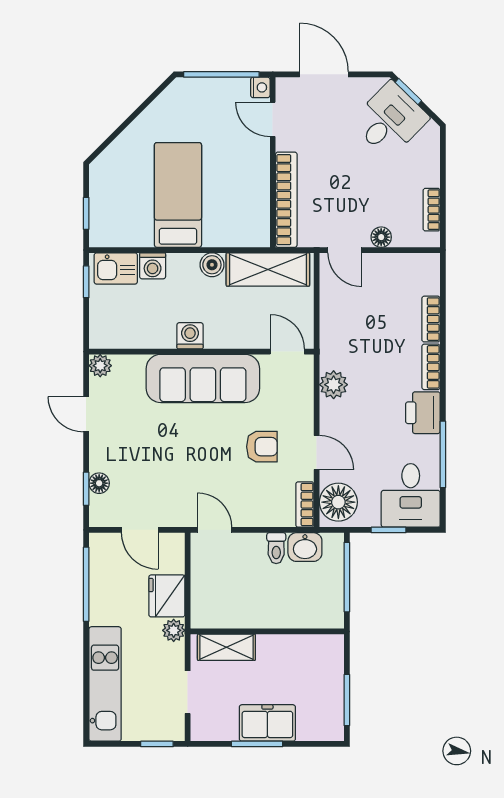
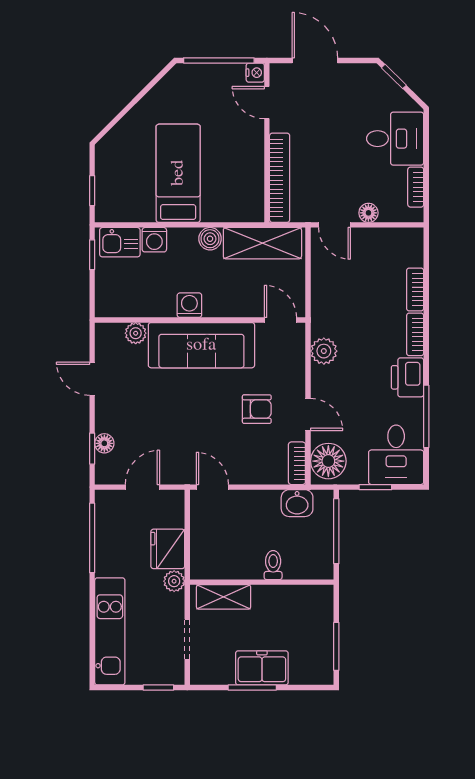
desk: (390, 120) -> (395, 139), moved, turned 45
plant: (100, 366) -> (136, 333), moved
door: (140, 530) -> (142, 487), swing flipped
toilet: (276, 548) -> (273, 565), moved, turned 180

